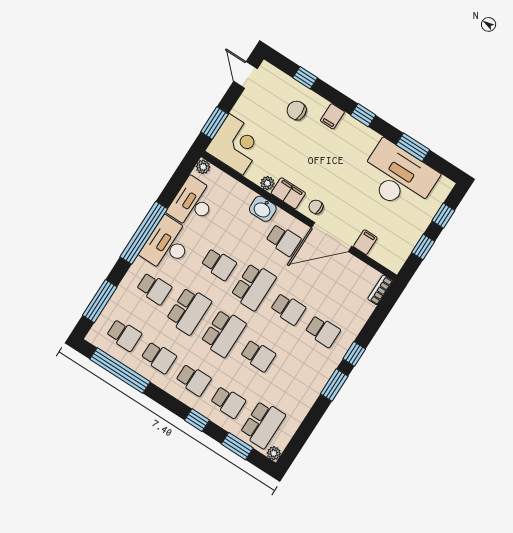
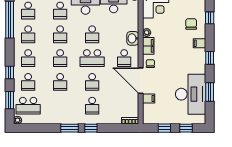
school desk: (189, 311) -> (60, 34), width x0.54
school desk: (223, 333) -> (60, 58), width x0.54

